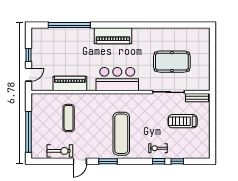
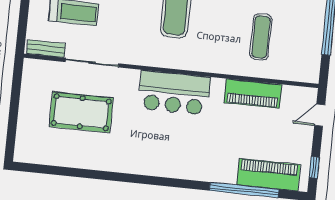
piano: (113, 36) -> (269, 175), moved
window: (28, 55) -> (314, 167), moved

